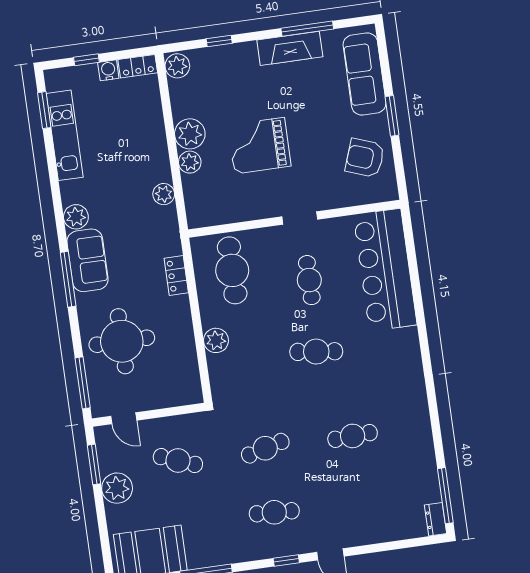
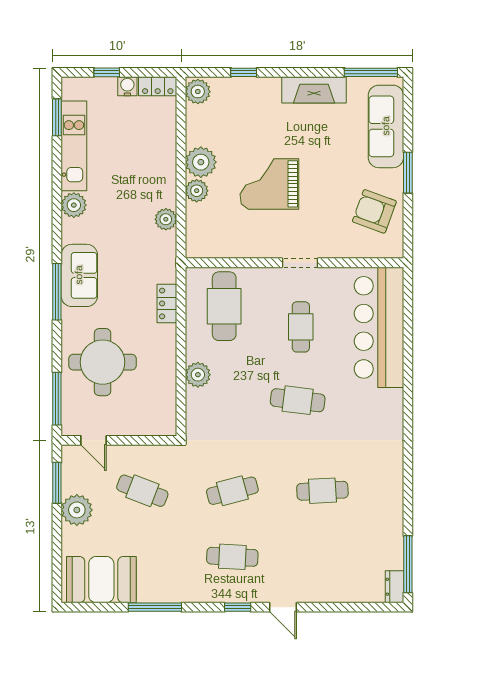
window: (307, 29) -> (371, 72), moved
plant: (76, 217) -> (74, 205), moved

